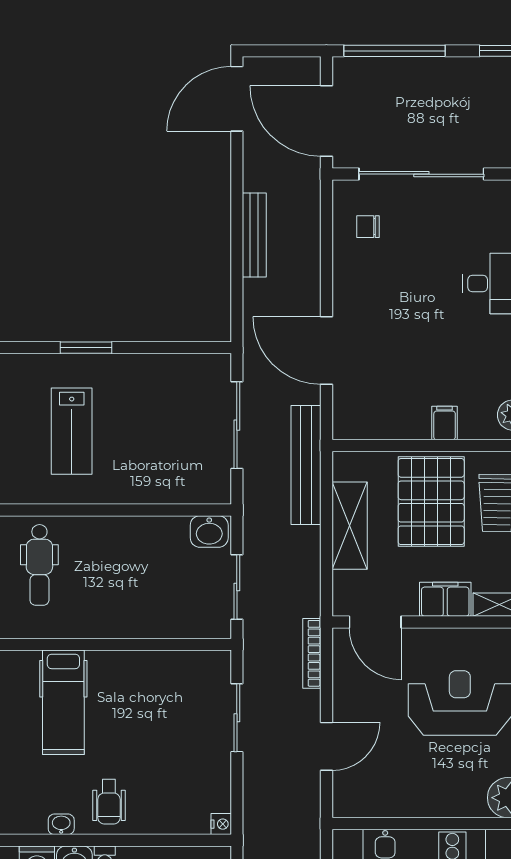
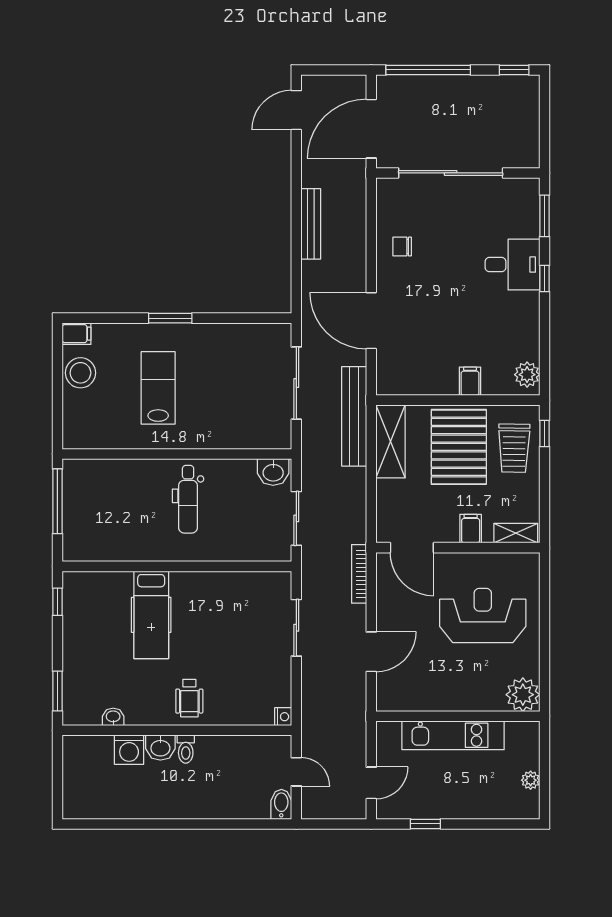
door: (237, 99) -> (296, 110), width x0.73
door: (326, 121) -> (371, 129), hinge flipped
chair: (368, 227) -> (402, 247), moved
lab bench: (72, 431) -> (158, 388), turned 180
shelving: (350, 526) -> (391, 441), moved
dental chair: (39, 565) -> (188, 499), moved
filing cabinet: (445, 599) -> (471, 529), width x0.50
washbasin: (61, 824) -> (113, 717), moved

